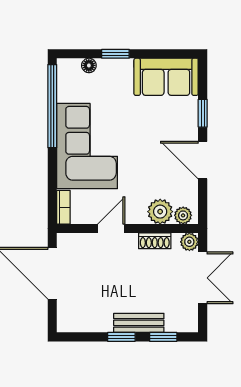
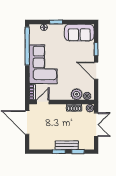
door: (111, 229) -> (43, 102), moved

